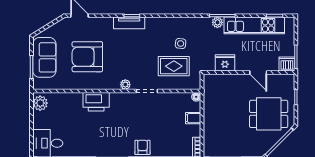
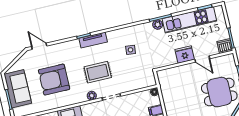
tv unit: (129, 23) -> (93, 40), moved
fridge: (225, 63) -> (185, 54), moved
rug: (174, 66) -> (98, 72), moved

